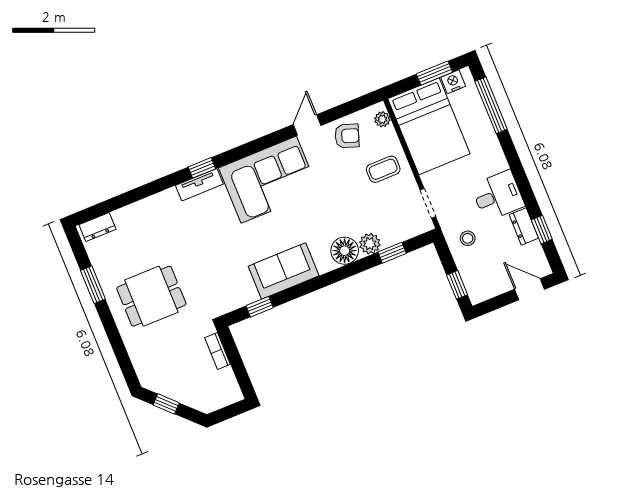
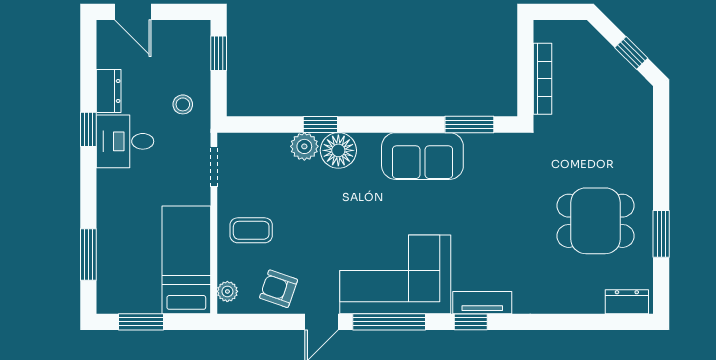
nightstand: (453, 82) -> (123, 302), removed
window: (491, 105) -> (88, 255), width x0.69
bed: (429, 126) -> (186, 260), width x0.67
window: (260, 144) -> (389, 322), added
window: (542, 230) -> (88, 129), moved
window: (392, 253) -> (320, 124), moved
dining table: (151, 296) -> (596, 221), moved
window: (260, 307) -> (469, 124), width x1.50
bookcase: (218, 351) -> (543, 79), width x1.56

